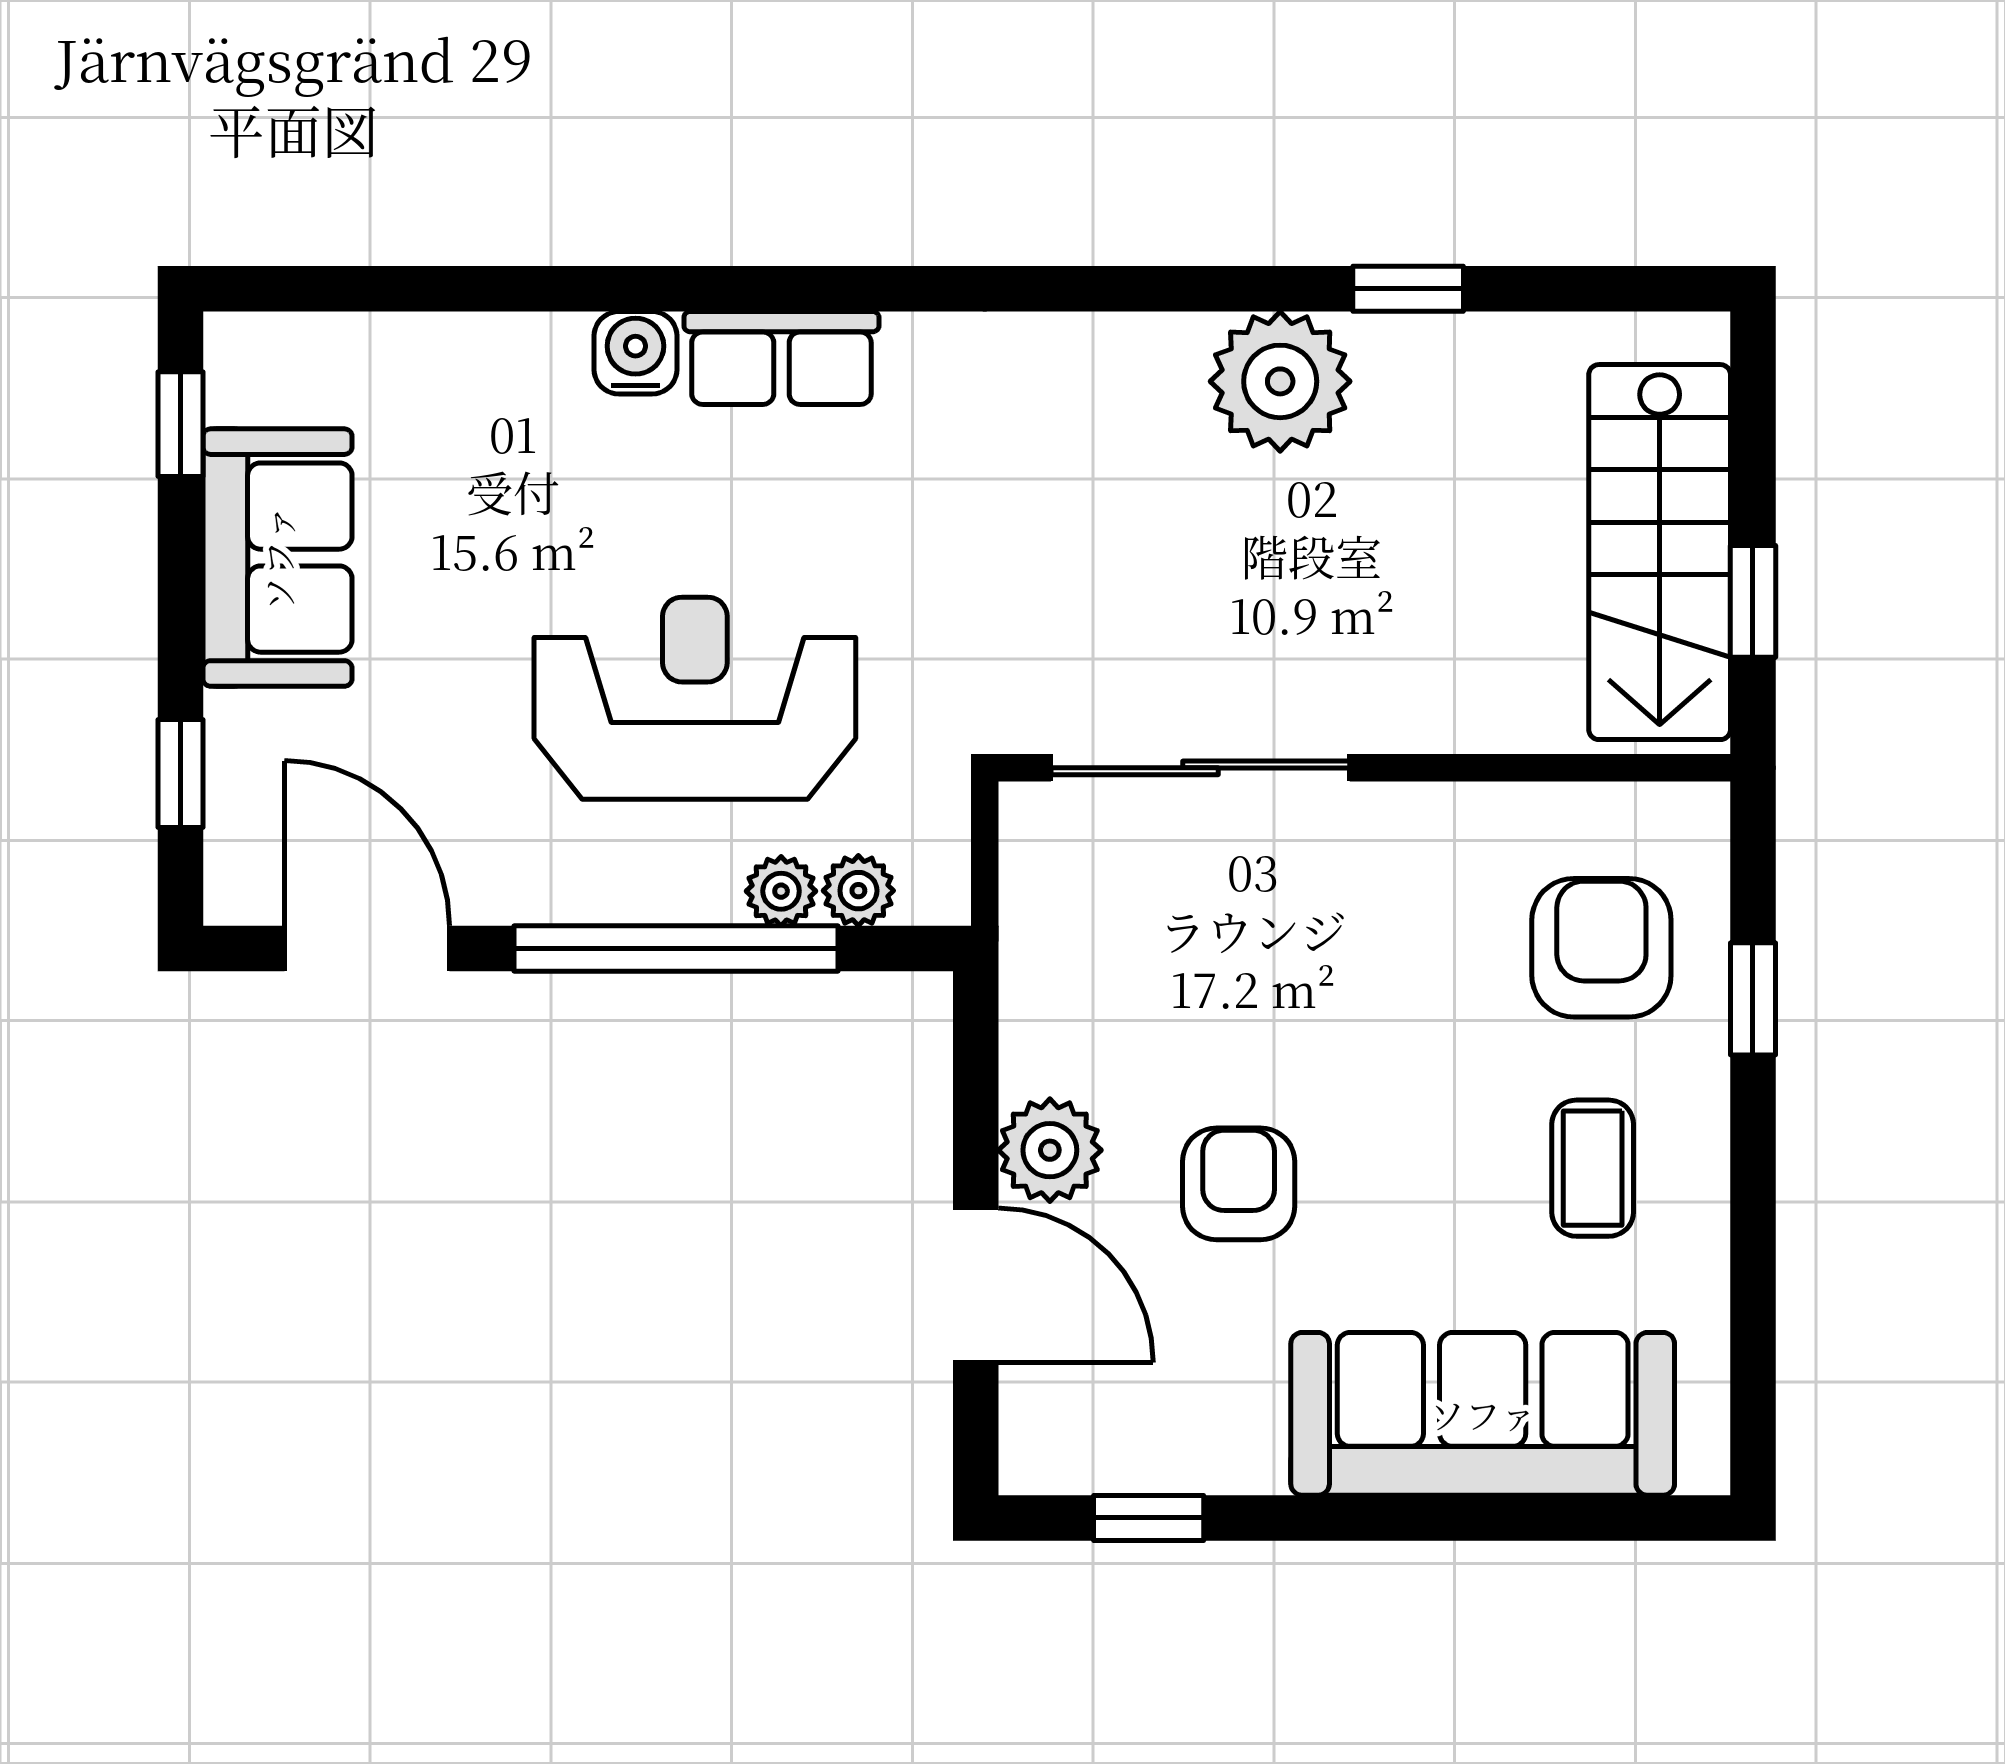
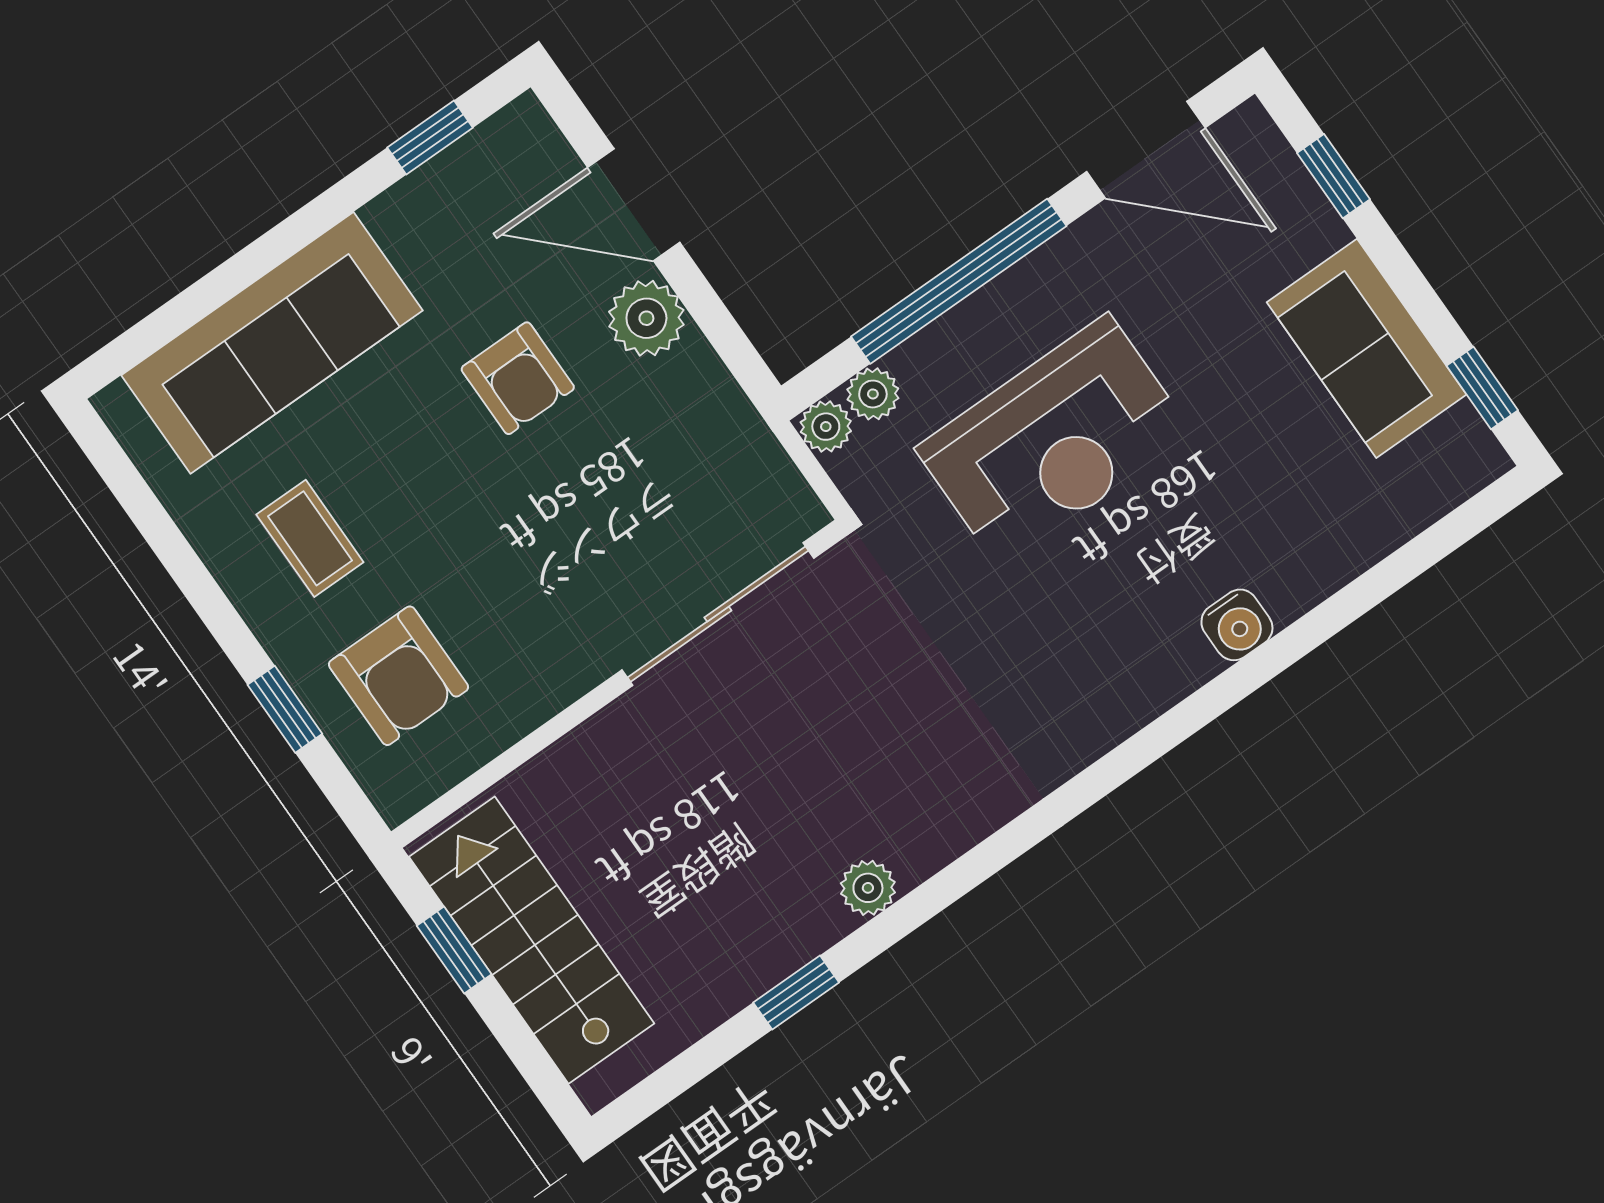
row of seats: (781, 358) -> (1146, 684), removed
plant: (1280, 381) -> (868, 888), width x0.53, depth x0.53
plant: (781, 891) -> (826, 427), moved

